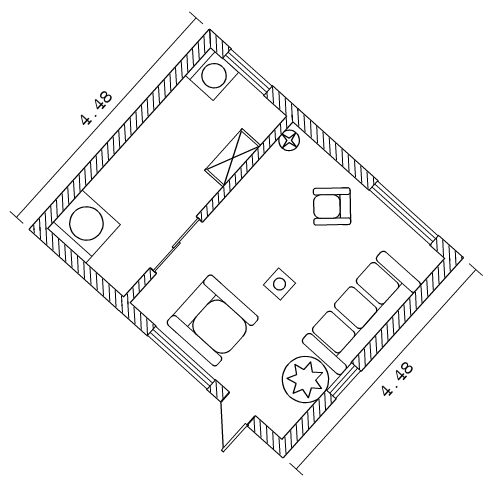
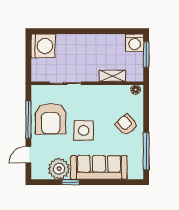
side table: (280, 284) -> (84, 131), width x1.87, depth x1.87

